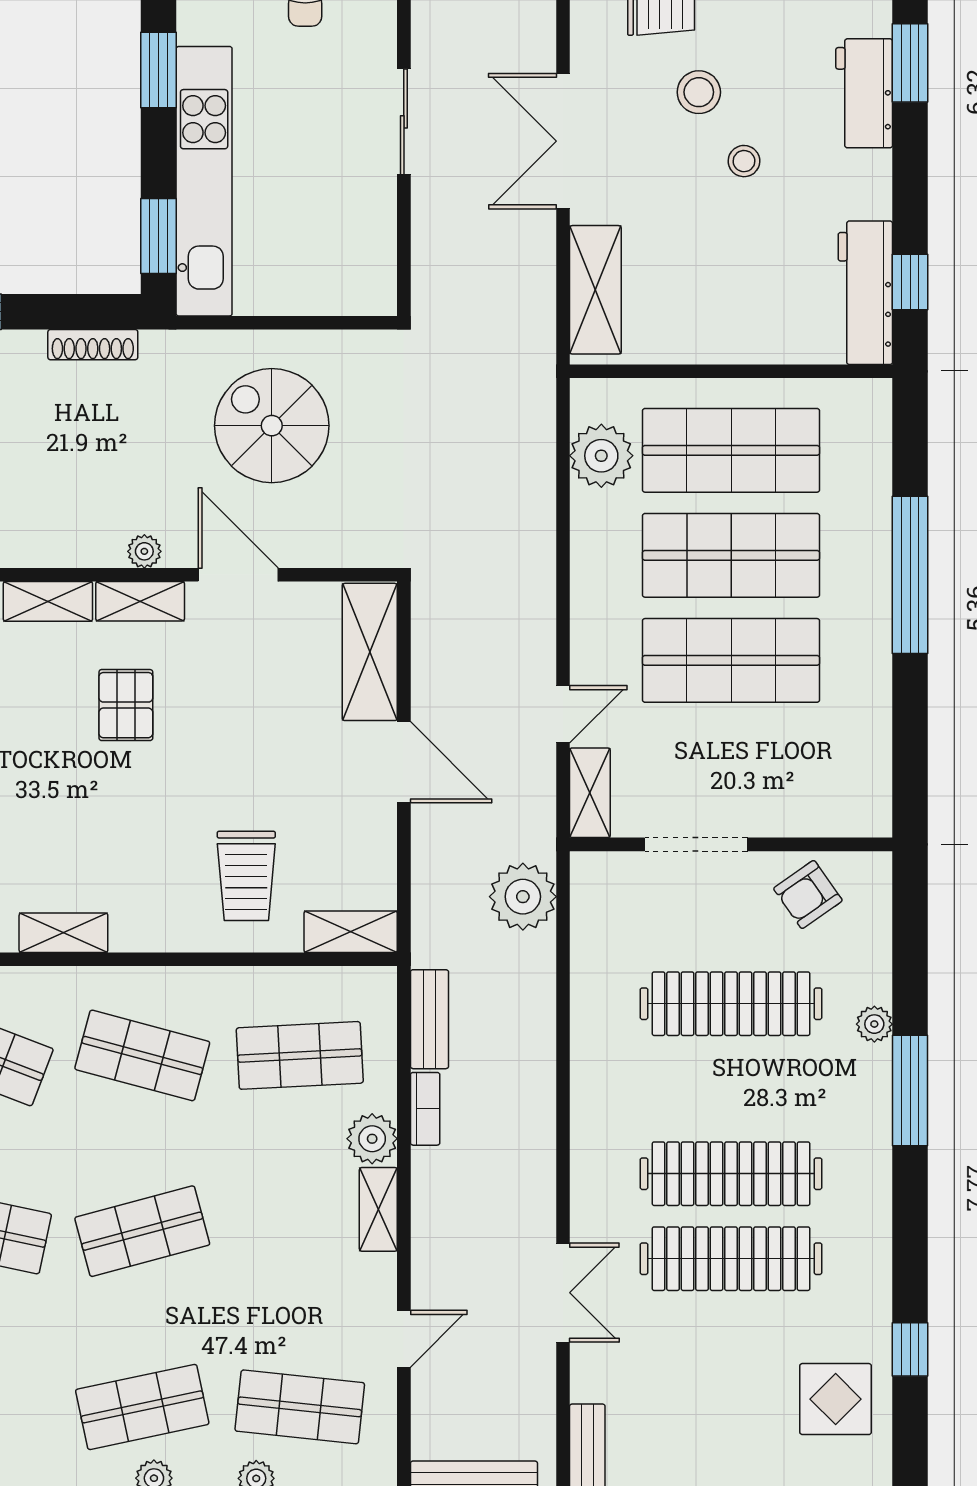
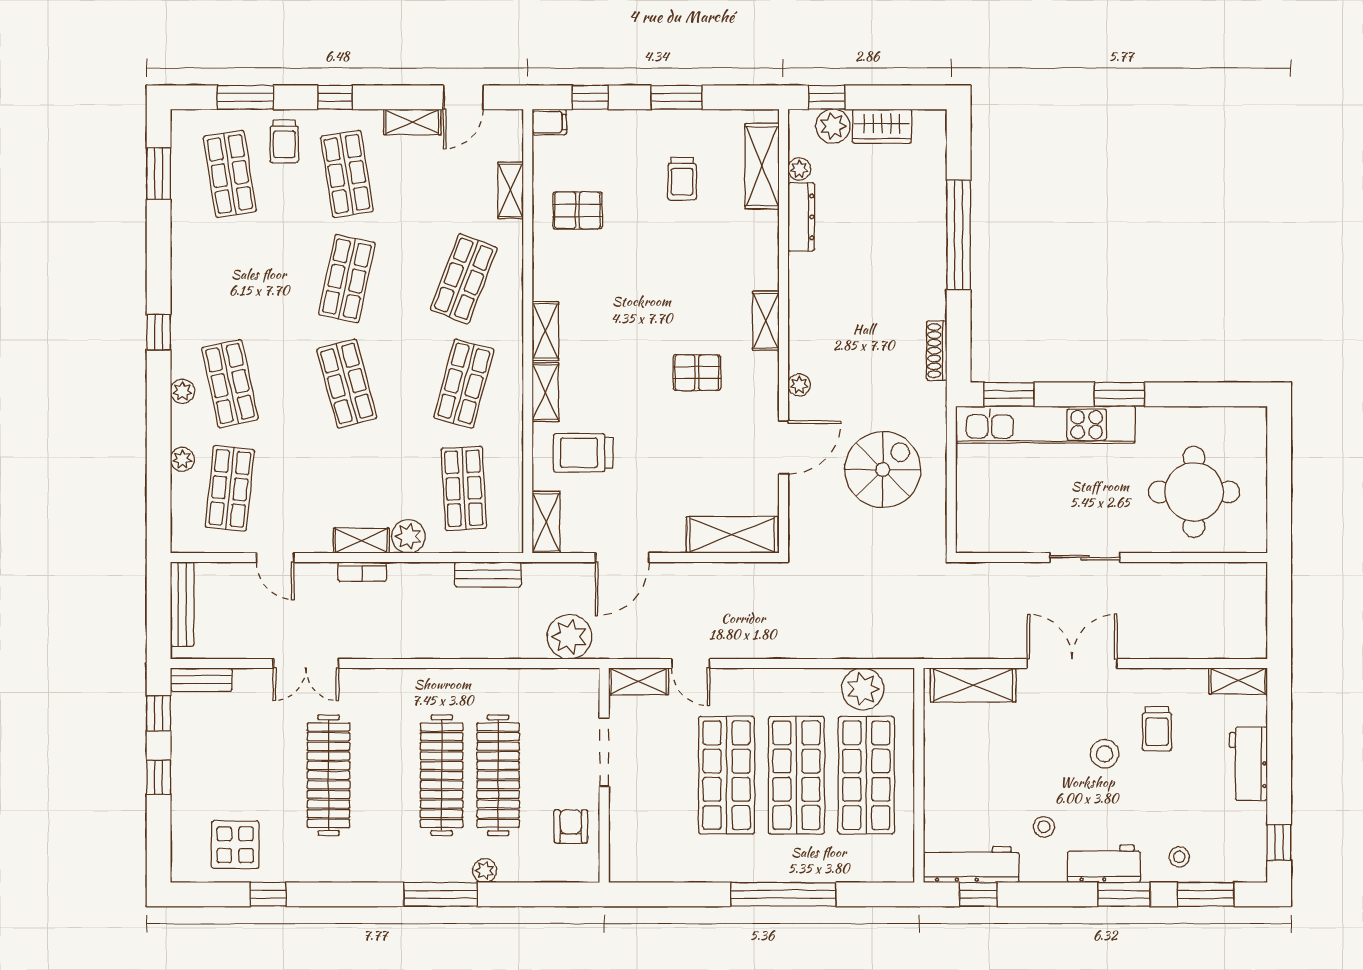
stool: (744, 161) -> (1044, 827), moved
shelving: (140, 601) -> (545, 392), moved
door: (404, 762) -> (622, 558), moved
armchair: (808, 894) -> (571, 826), turned 35
bookcase: (425, 1109) -> (362, 572), moved
clothes rail: (731, 1174) -> (442, 775), moved

